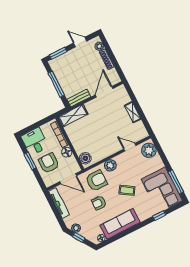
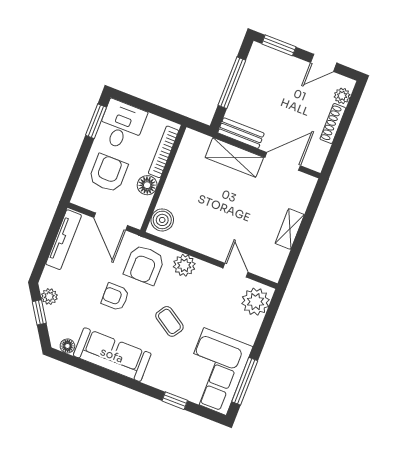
door: (80, 42) -> (324, 63), swing flipped
shelving: (73, 116) -> (234, 157), moved
window: (30, 161) -> (96, 121), moved
armchair: (96, 181) -> (144, 265), turned 90

